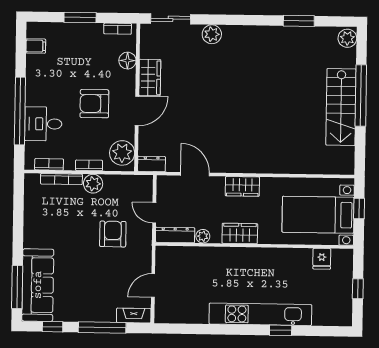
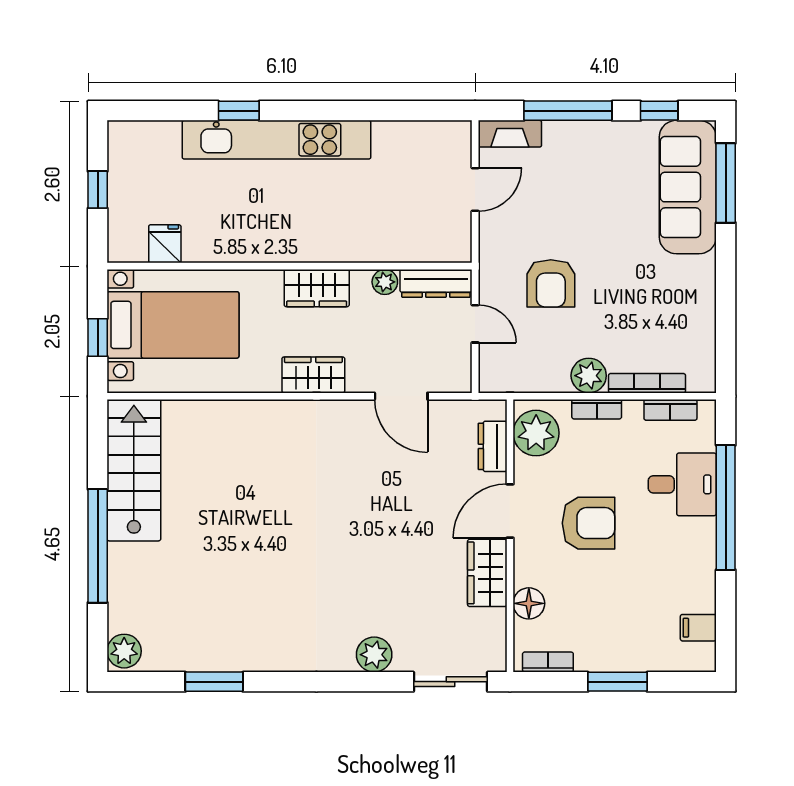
stairs: (341, 107) -> (134, 470), moved
dresser: (152, 164) -> (493, 446), moved, turned 90

